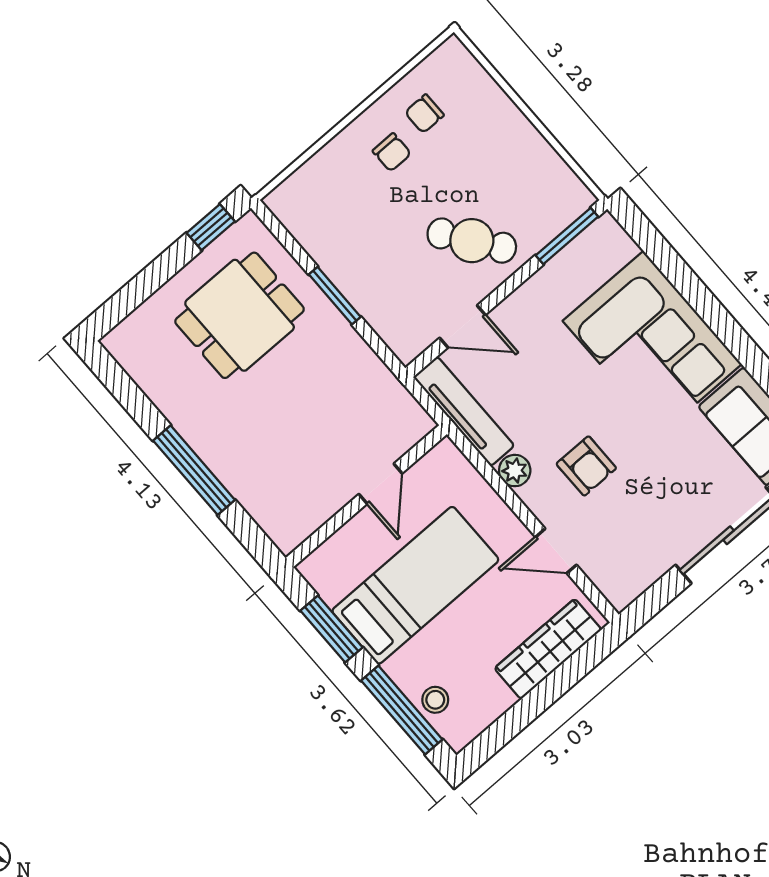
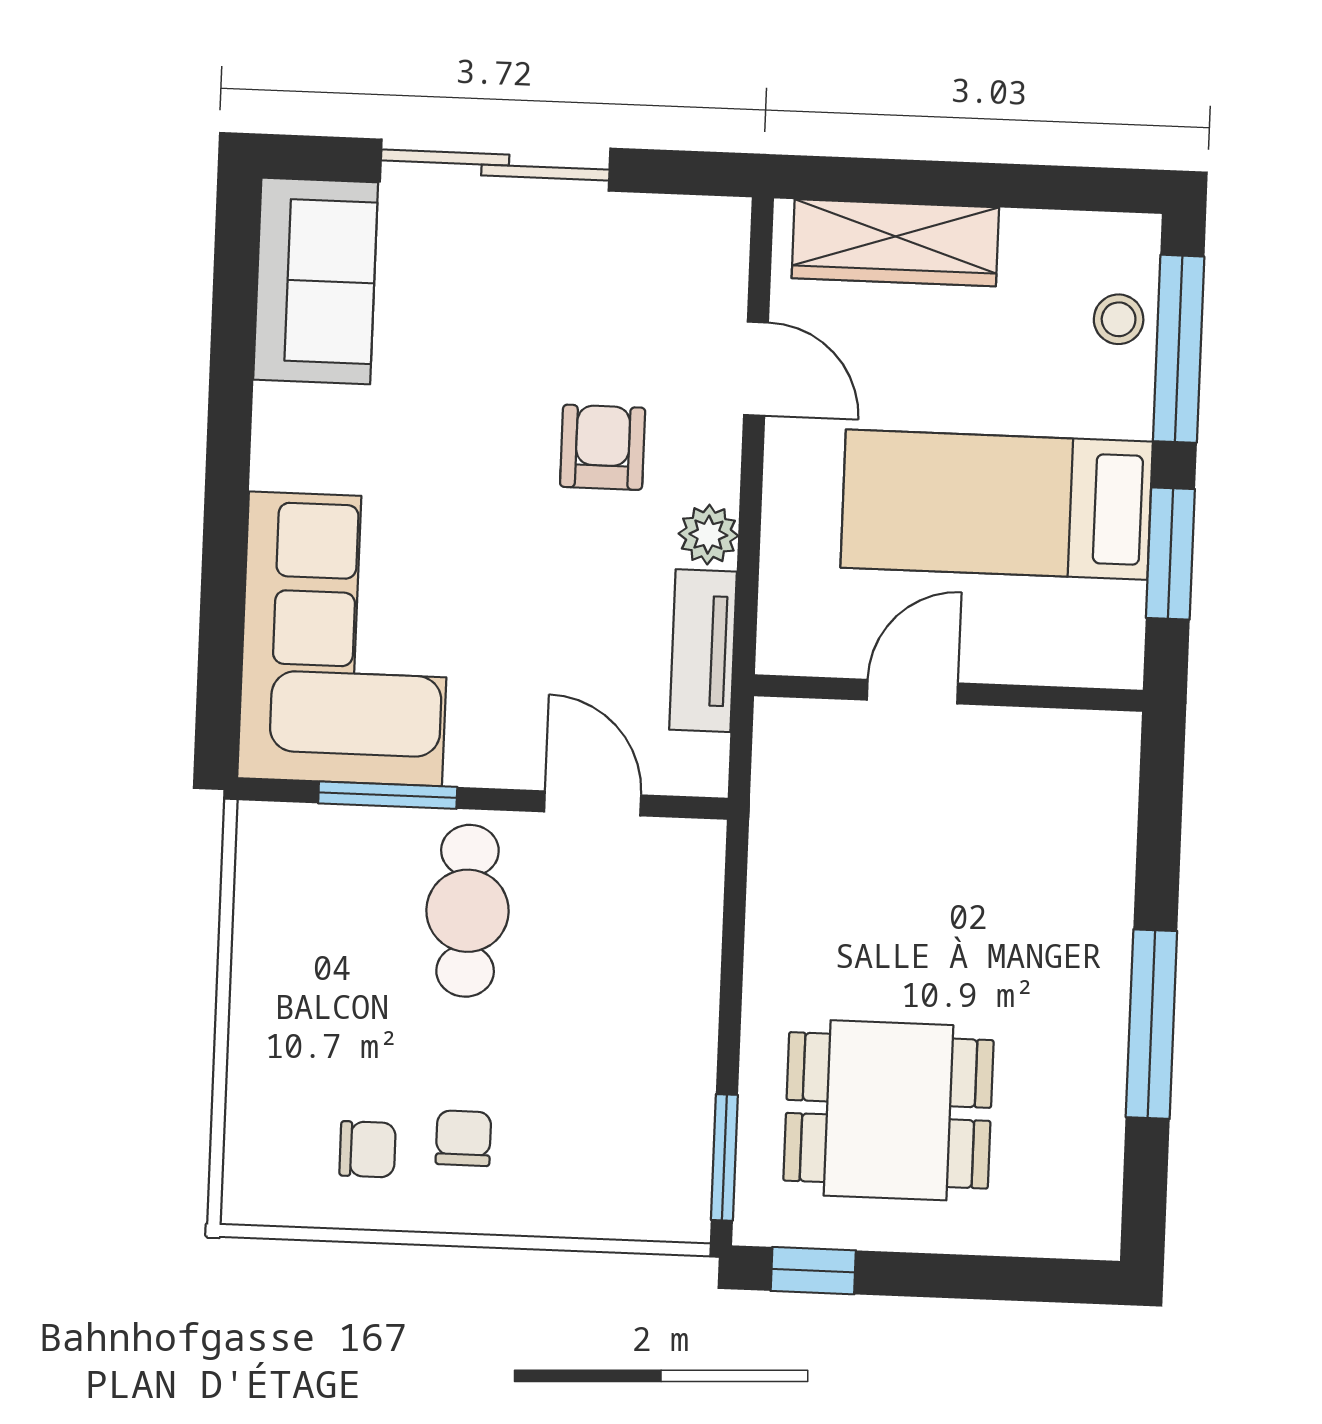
window: (567, 236) -> (388, 795), moved
cafe table: (472, 241) -> (468, 911), turned 36
window: (335, 296) -> (724, 1157), moved
corner sofa: (652, 342) -> (345, 639), moved
tv unit: (464, 411) -> (703, 651), width x0.71
window: (194, 470) -> (1151, 1024), moved

